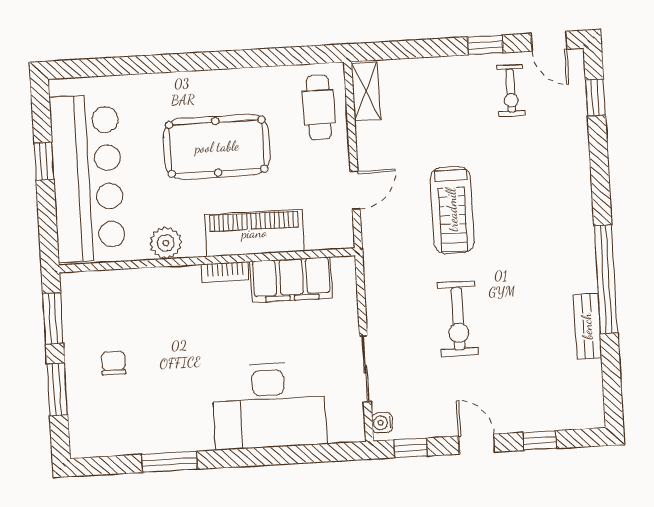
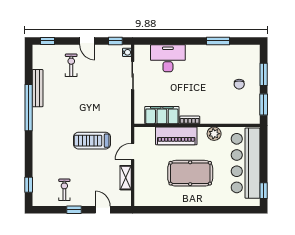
door: (549, 41) -> (103, 210), moved
shelving: (366, 92) -> (126, 178), moved
cafe table: (319, 107) -> (146, 187), removed
window: (44, 161) -> (264, 191), moved
treadmill: (452, 210) -> (92, 141), turned -90
exercise bike: (458, 319) -> (71, 65), moved, width x0.73, depth x0.72
bench: (587, 326) -> (38, 88), width x1.36
desk: (269, 405) -> (168, 58), width x0.73, depth x0.77
window: (540, 440) -> (47, 41), moved

